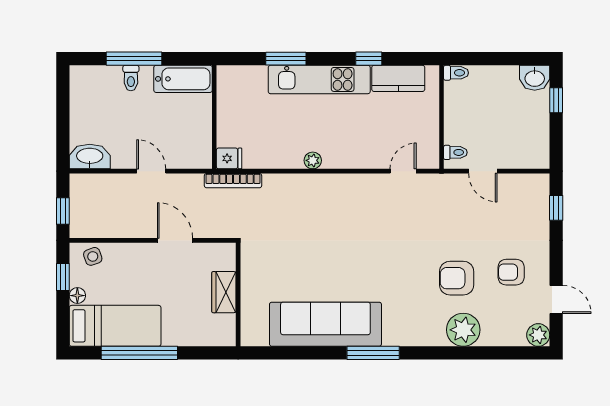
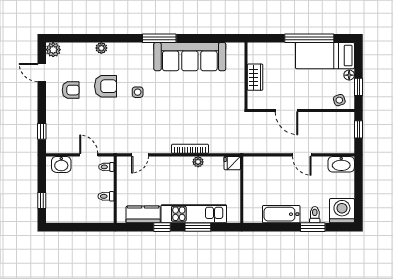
window: (134, 59) -> (313, 227), width x0.69
window: (286, 59) -> (198, 227), moved
toilet: (456, 73) -> (106, 196), moved
washbasin: (535, 78) -> (61, 164), moved, turned 180
washing machine: (89, 84) -> (342, 211), added
wall: (214, 117) -> (242, 190), moved
fridge: (229, 158) -> (232, 163), moved
bookcase: (233, 181) -> (190, 149), moved
side table: (407, 269) -> (138, 92), added
plant: (463, 330) -> (101, 48), width x0.53, depth x0.53

